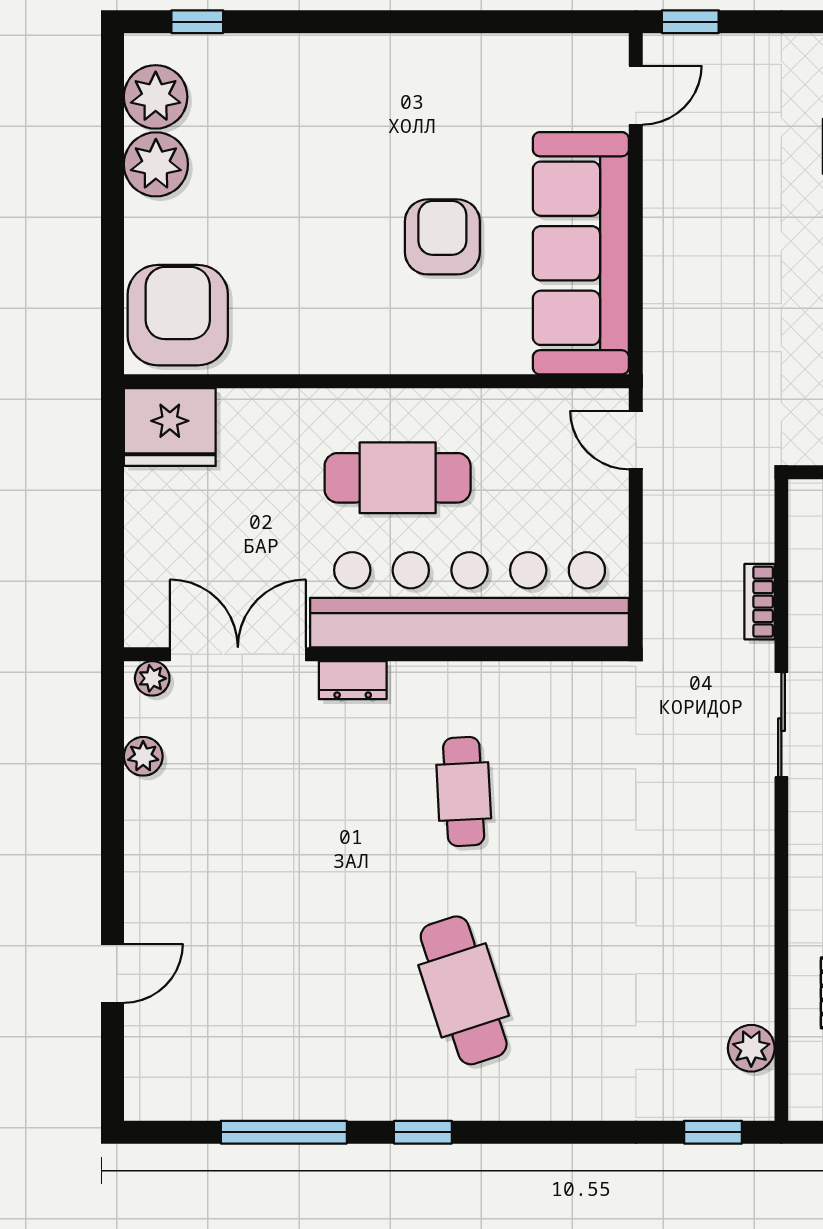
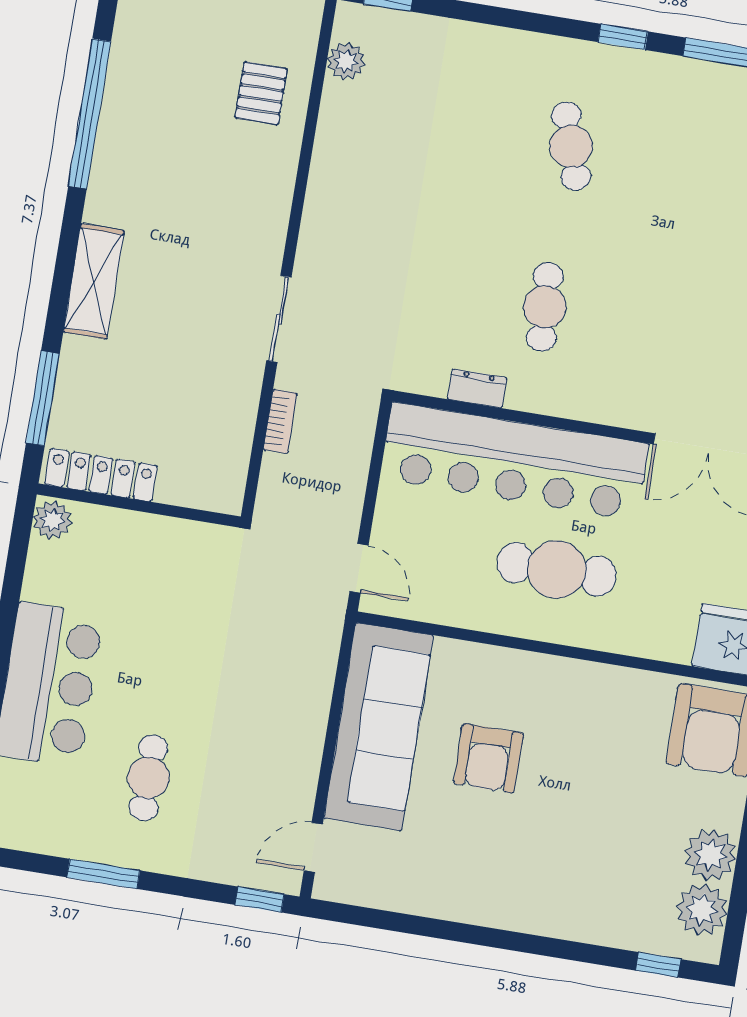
dresser: (353, 680) -> (477, 388), moved
cafe table: (464, 990) -> (571, 146), width x0.73, depth x0.74

